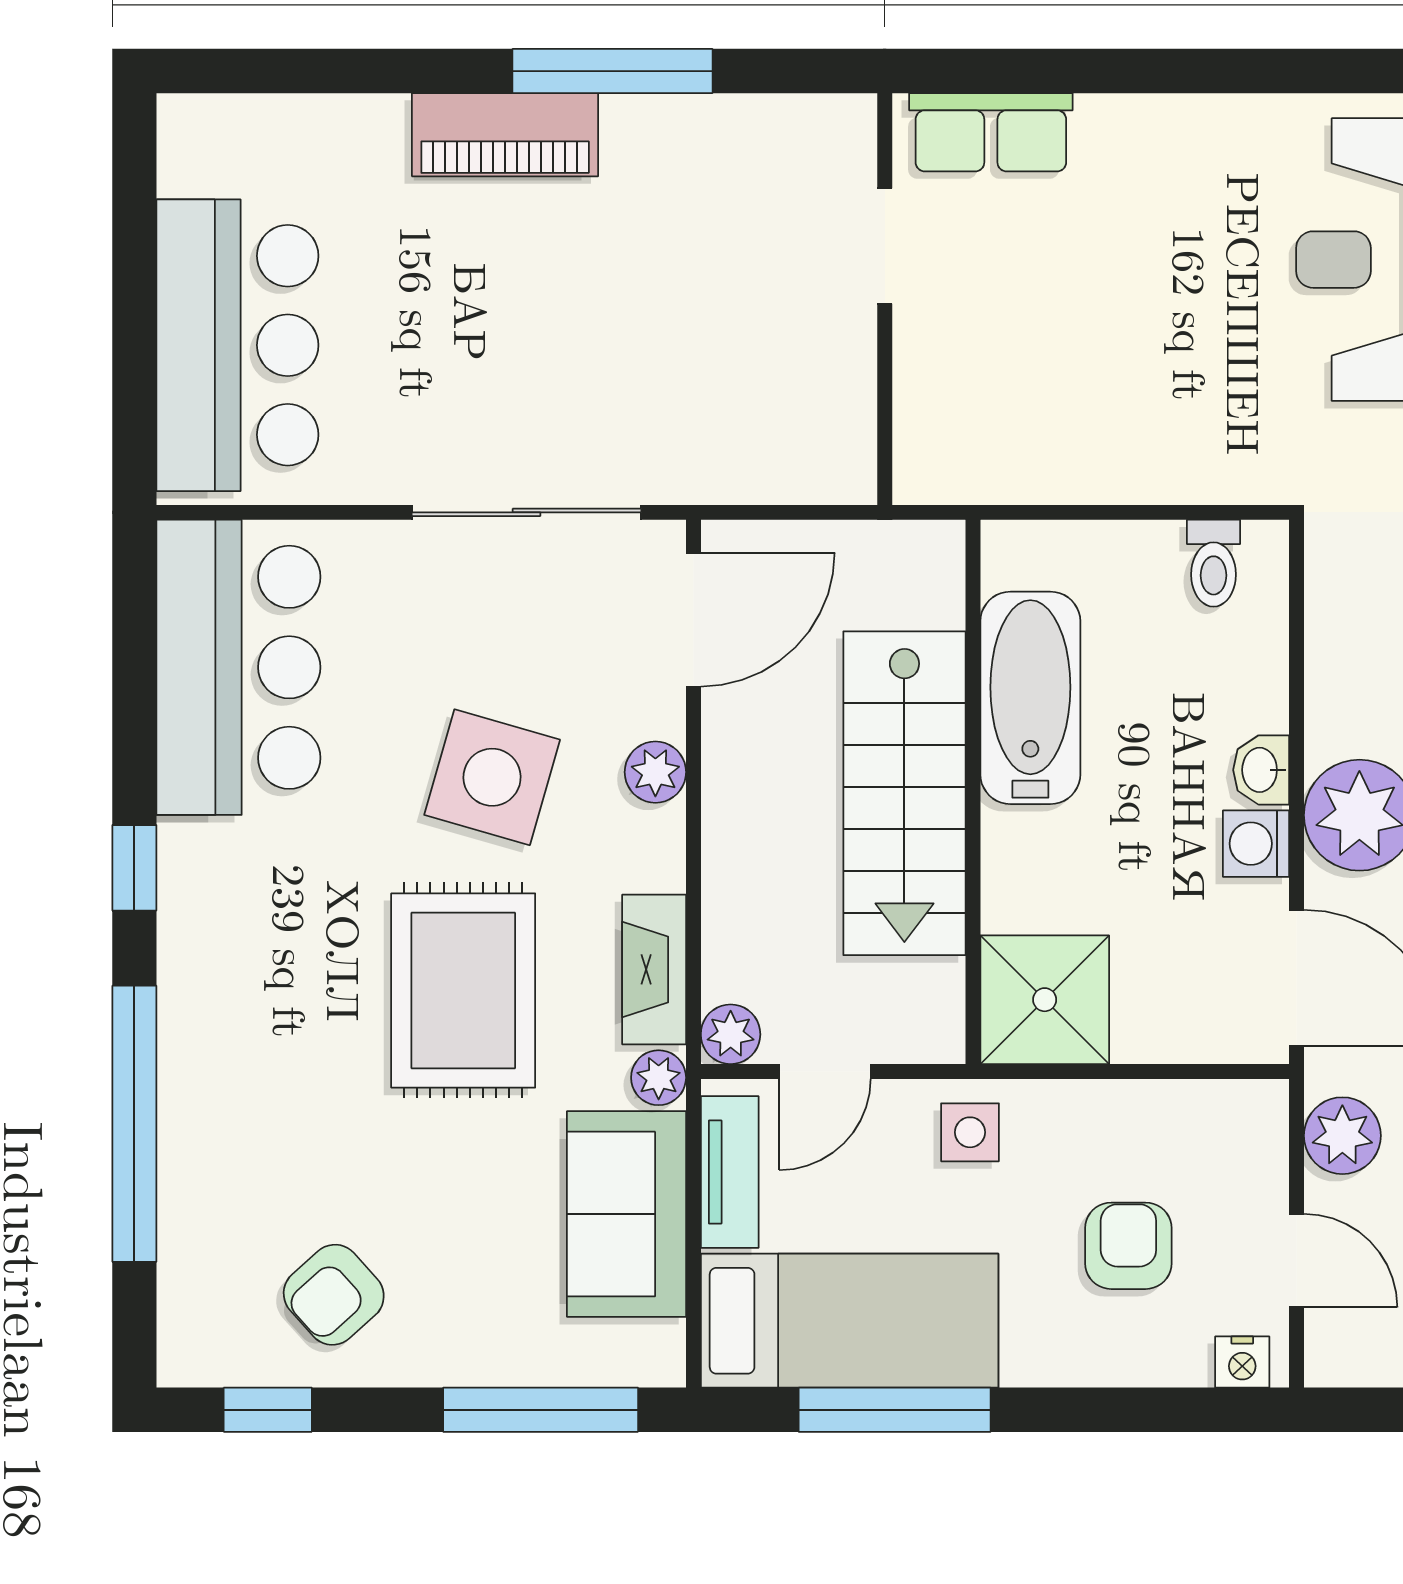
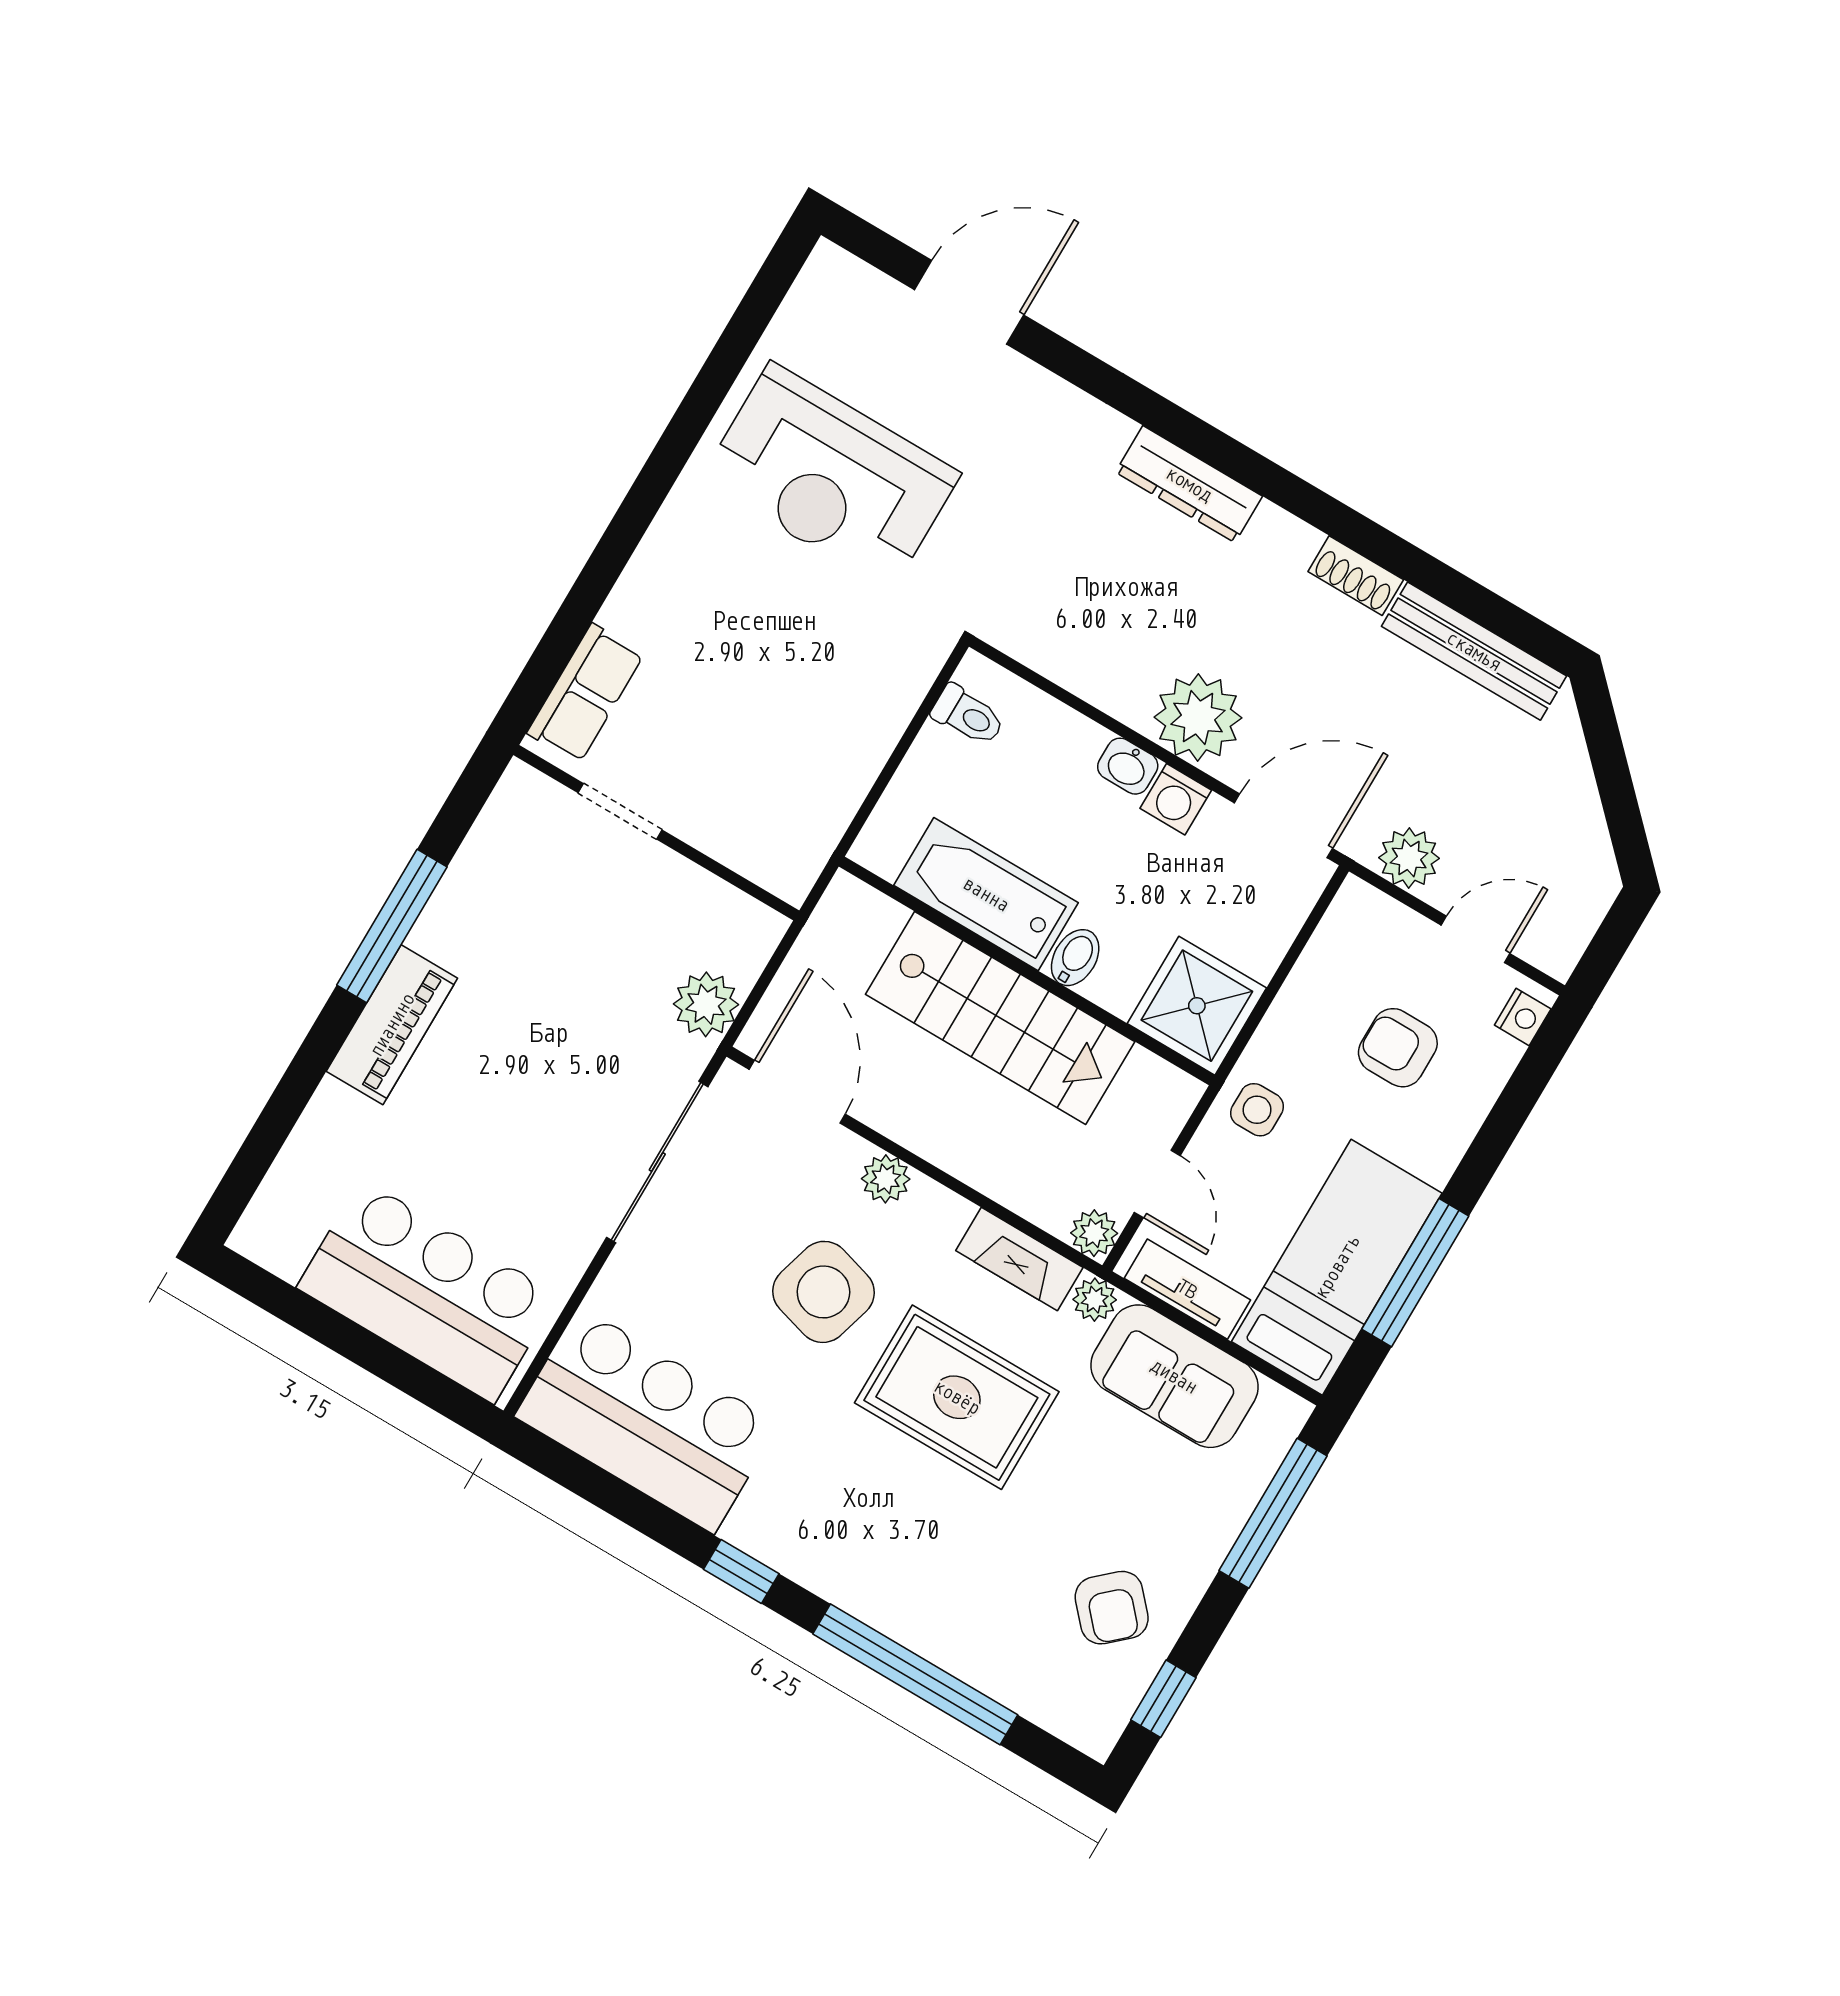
plant: (730, 464) -> (706, 1004), added
bidet: (1019, 836) -> (1075, 958), added

